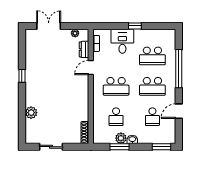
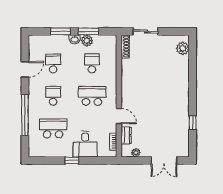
door: (91, 68) -> (119, 116), hinge flipped
window: (22, 76) -> (193, 123), moved
school desk: (152, 86) -> (53, 96), width x0.54
plant: (31, 113) -> (183, 48), moved
sliding door: (51, 147) -> (146, 31), moved
window: (162, 147) -> (61, 31), moved

